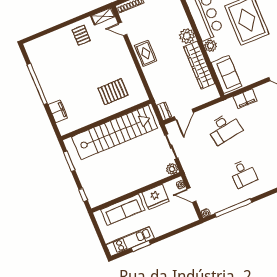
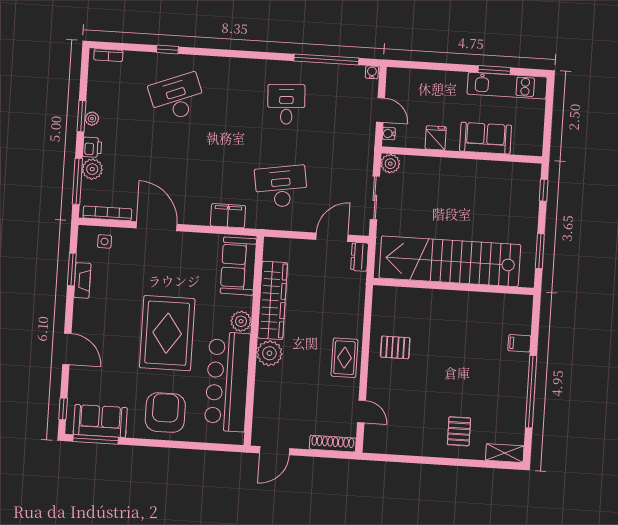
shelving: (103, 16) -> (505, 453), moved
pallet: (81, 35) -> (459, 431), moved
pallet: (113, 92) -> (395, 347), moved, width x0.67, depth x0.71
filing cabinet: (58, 111) -> (519, 343), width x0.50
fridge: (155, 197) -> (436, 138), width x0.53, depth x0.75
sofa: (123, 210) -> (486, 138), width x0.73

